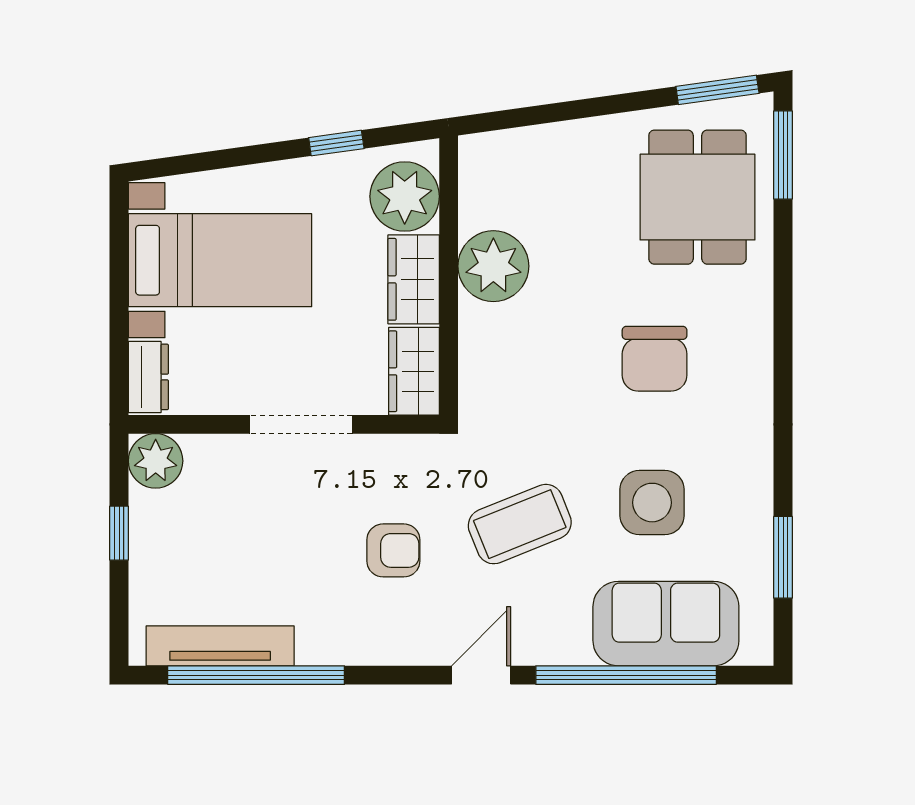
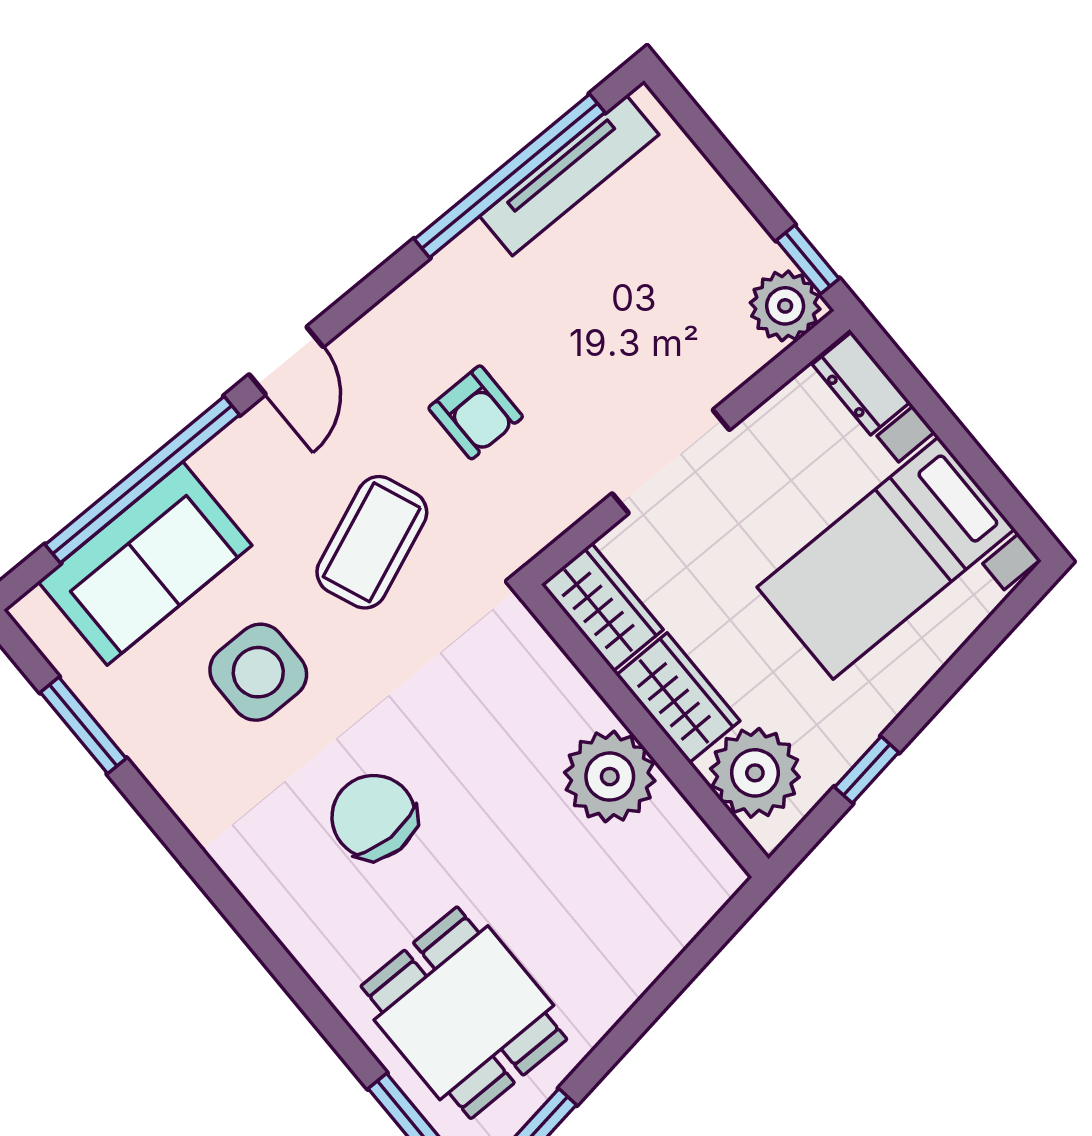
window: (119, 533) -> (808, 259), moved
armchair: (393, 550) -> (476, 412), turned -90

